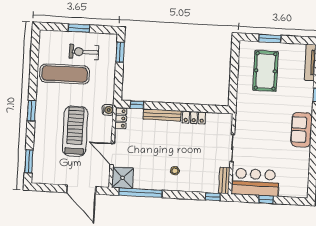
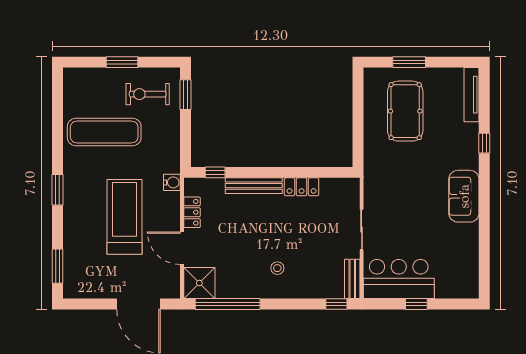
exercise bike: (84, 52) -> (148, 94), moved
locker: (121, 118) -> (192, 212), moved

